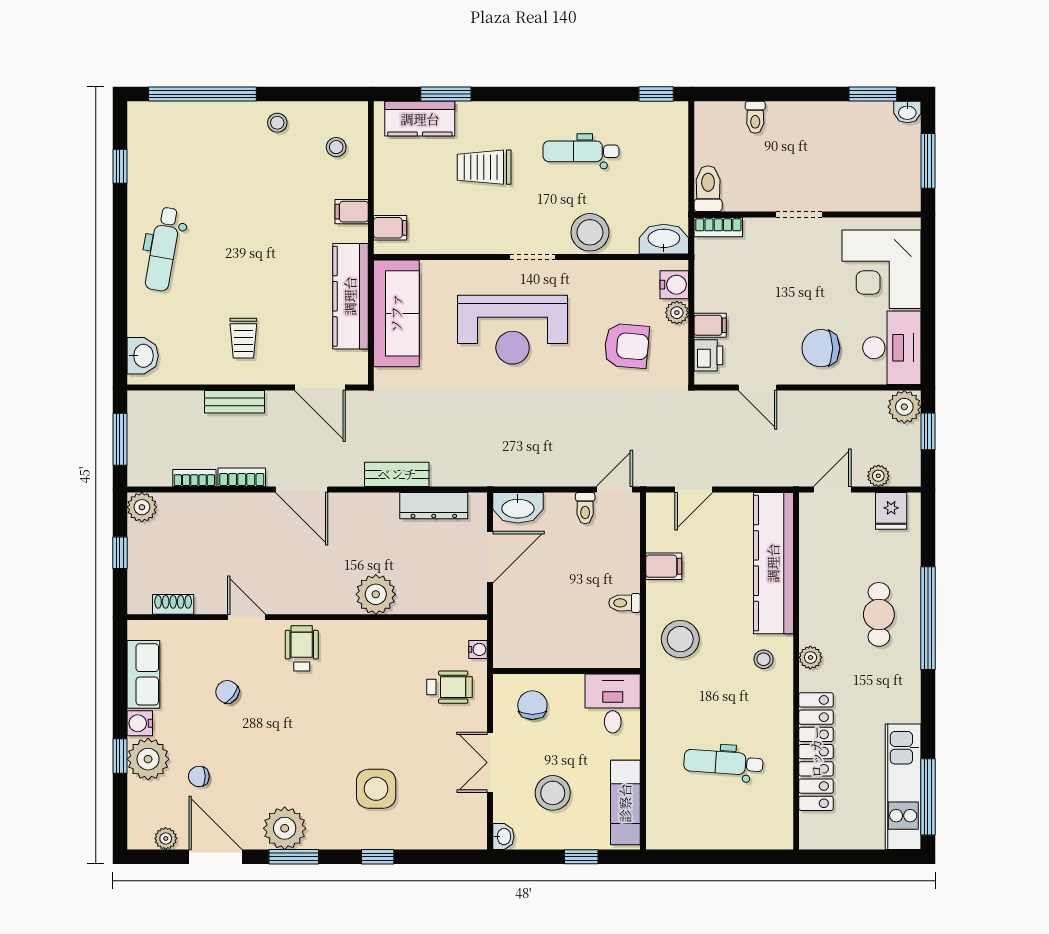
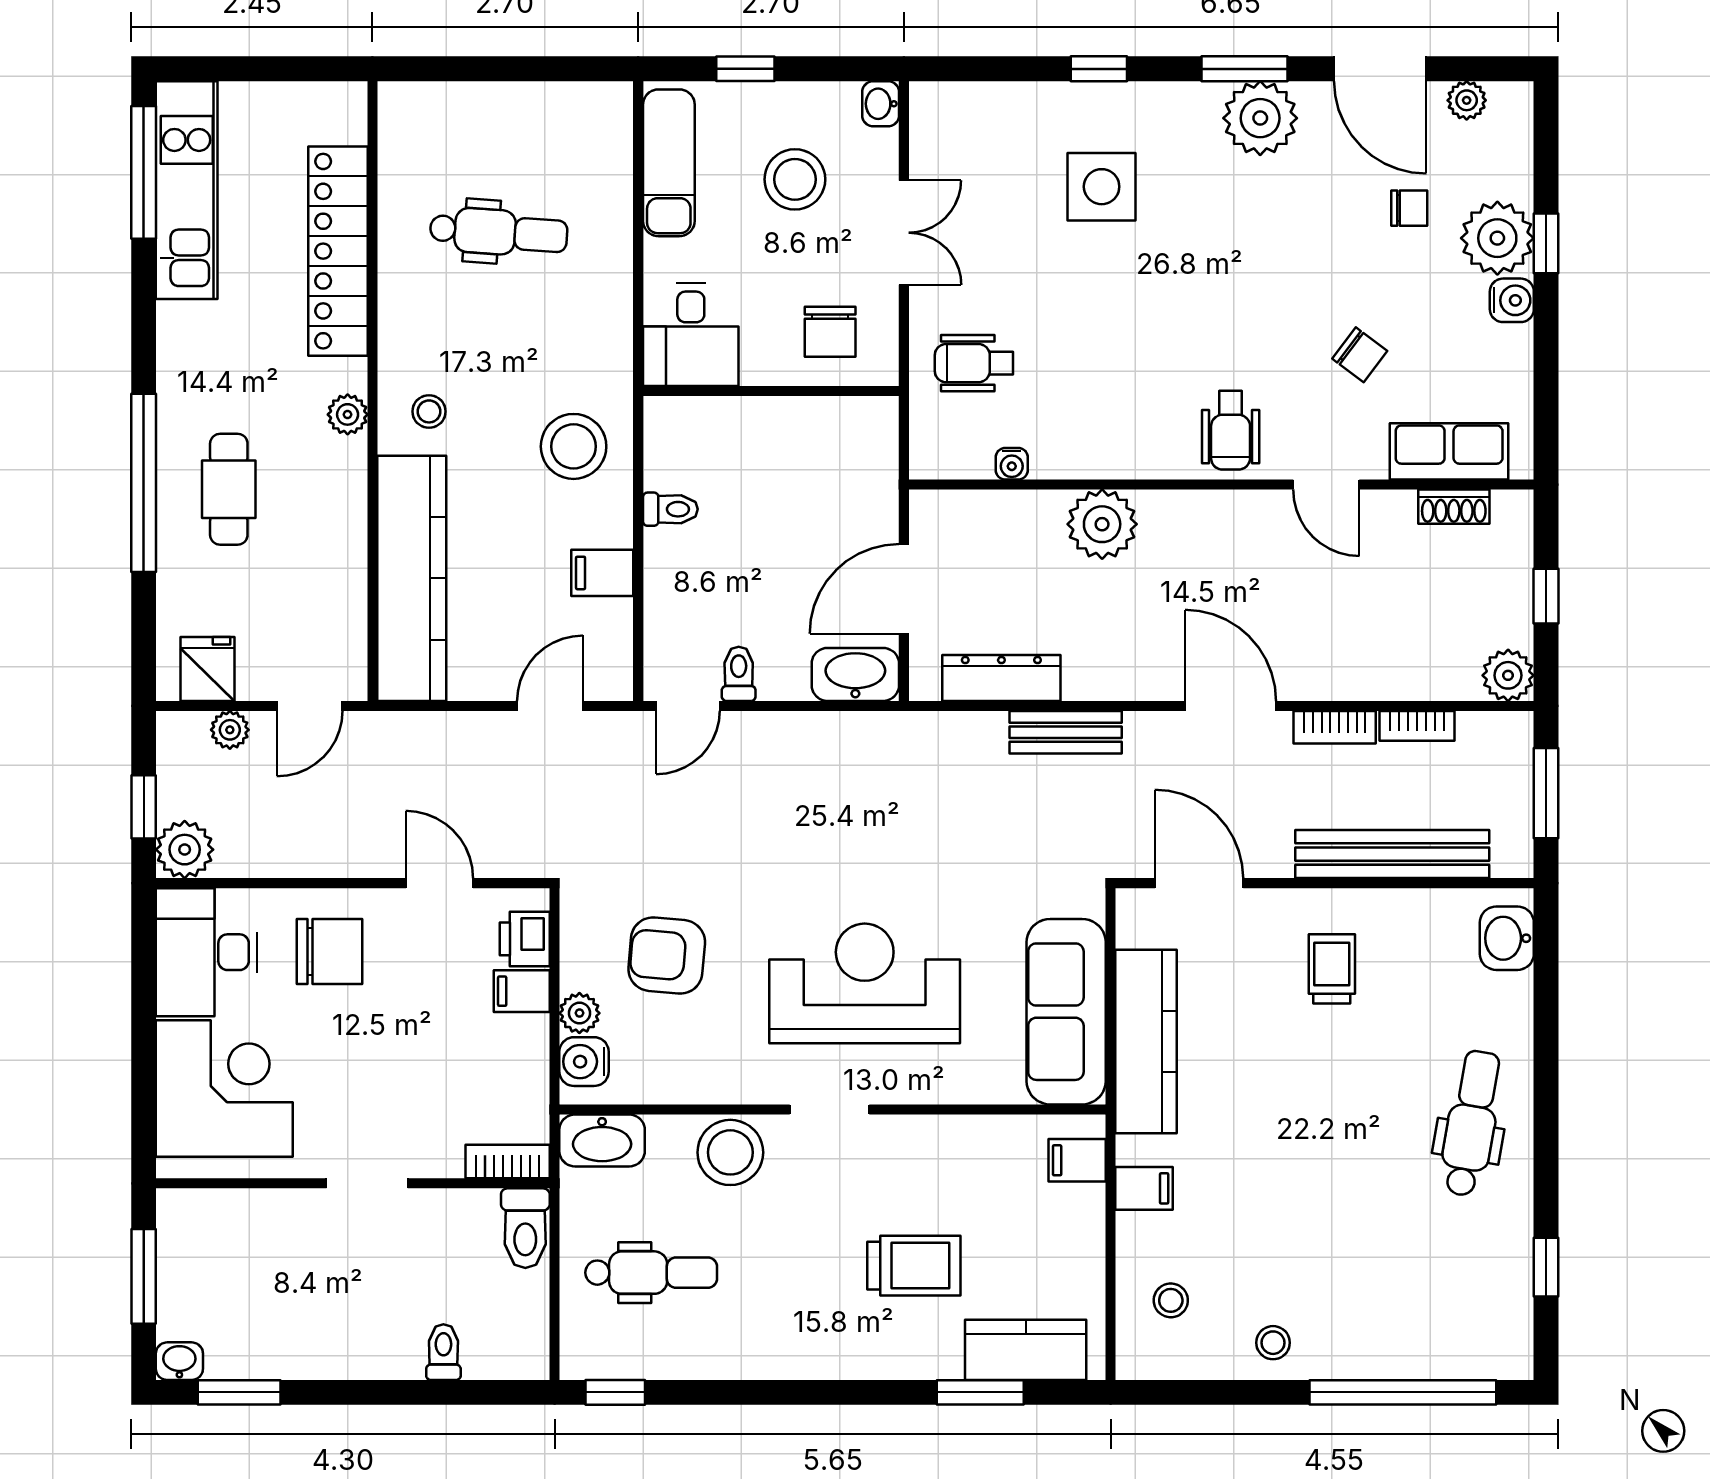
dental chair: (581, 151) -> (651, 1273), moved
bench: (234, 402) -> (1392, 854), width x1.86, depth x1.21
water cooler: (478, 649) -> (1012, 464), moved, turned -90
row of seats: (143, 674) -> (1449, 451), moved, turned 90

